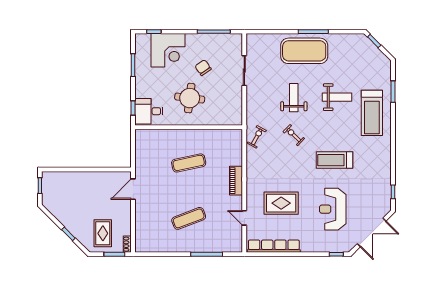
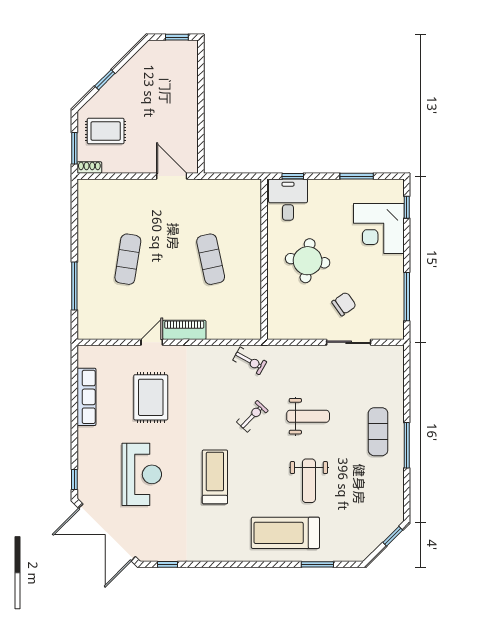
exercise mat: (304, 51) -> (378, 432), width x0.50, depth x0.69
chair: (203, 68) -> (344, 304), moved
reception desk: (333, 209) -> (142, 474), turned 90
exercise mat: (189, 218) -> (128, 259), turned 30
door: (244, 218) -> (152, 342), moved
double door: (372, 232) -> (107, 532), width x1.36
row of seats: (274, 246) -> (86, 397), width x0.73

